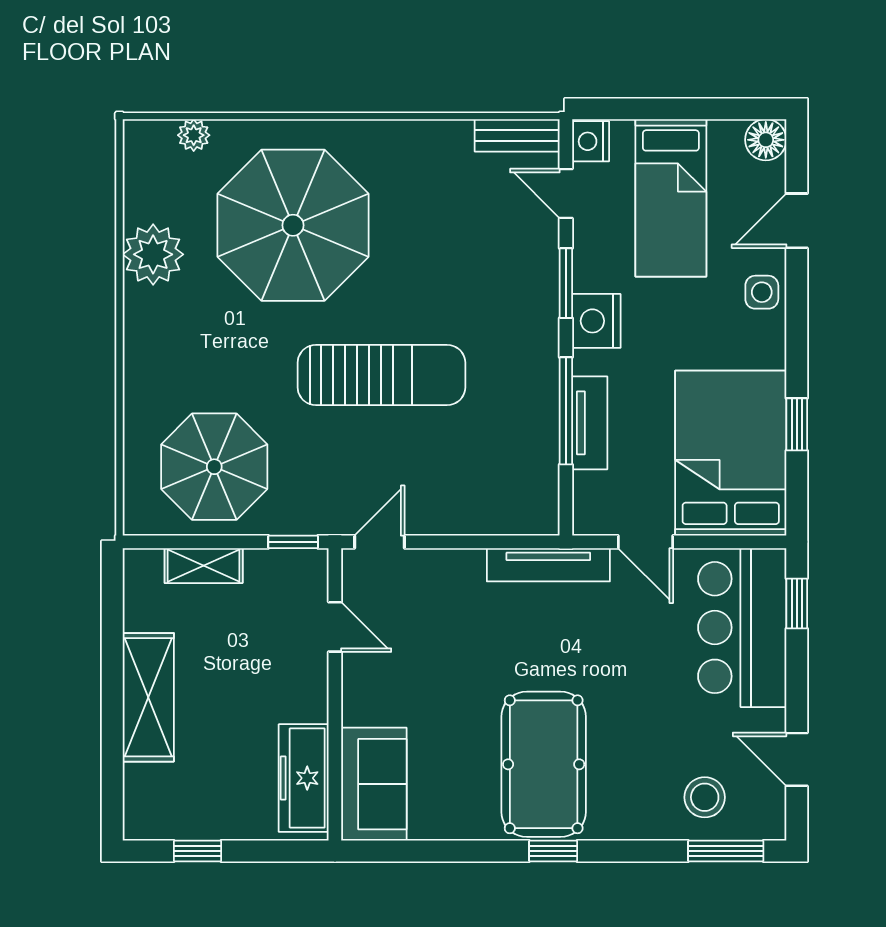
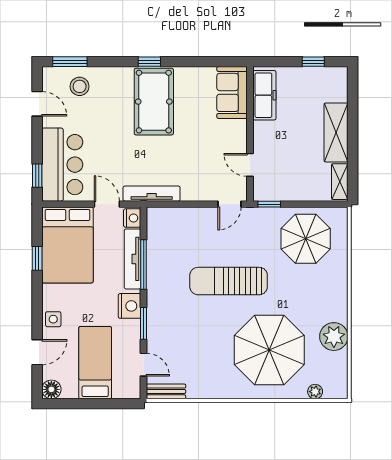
nightstand: (591, 141) -> (132, 218), moved
tv unit: (590, 423) -> (133, 259), width x1.41
shelving: (204, 566) -> (340, 182), moved, turned 90

